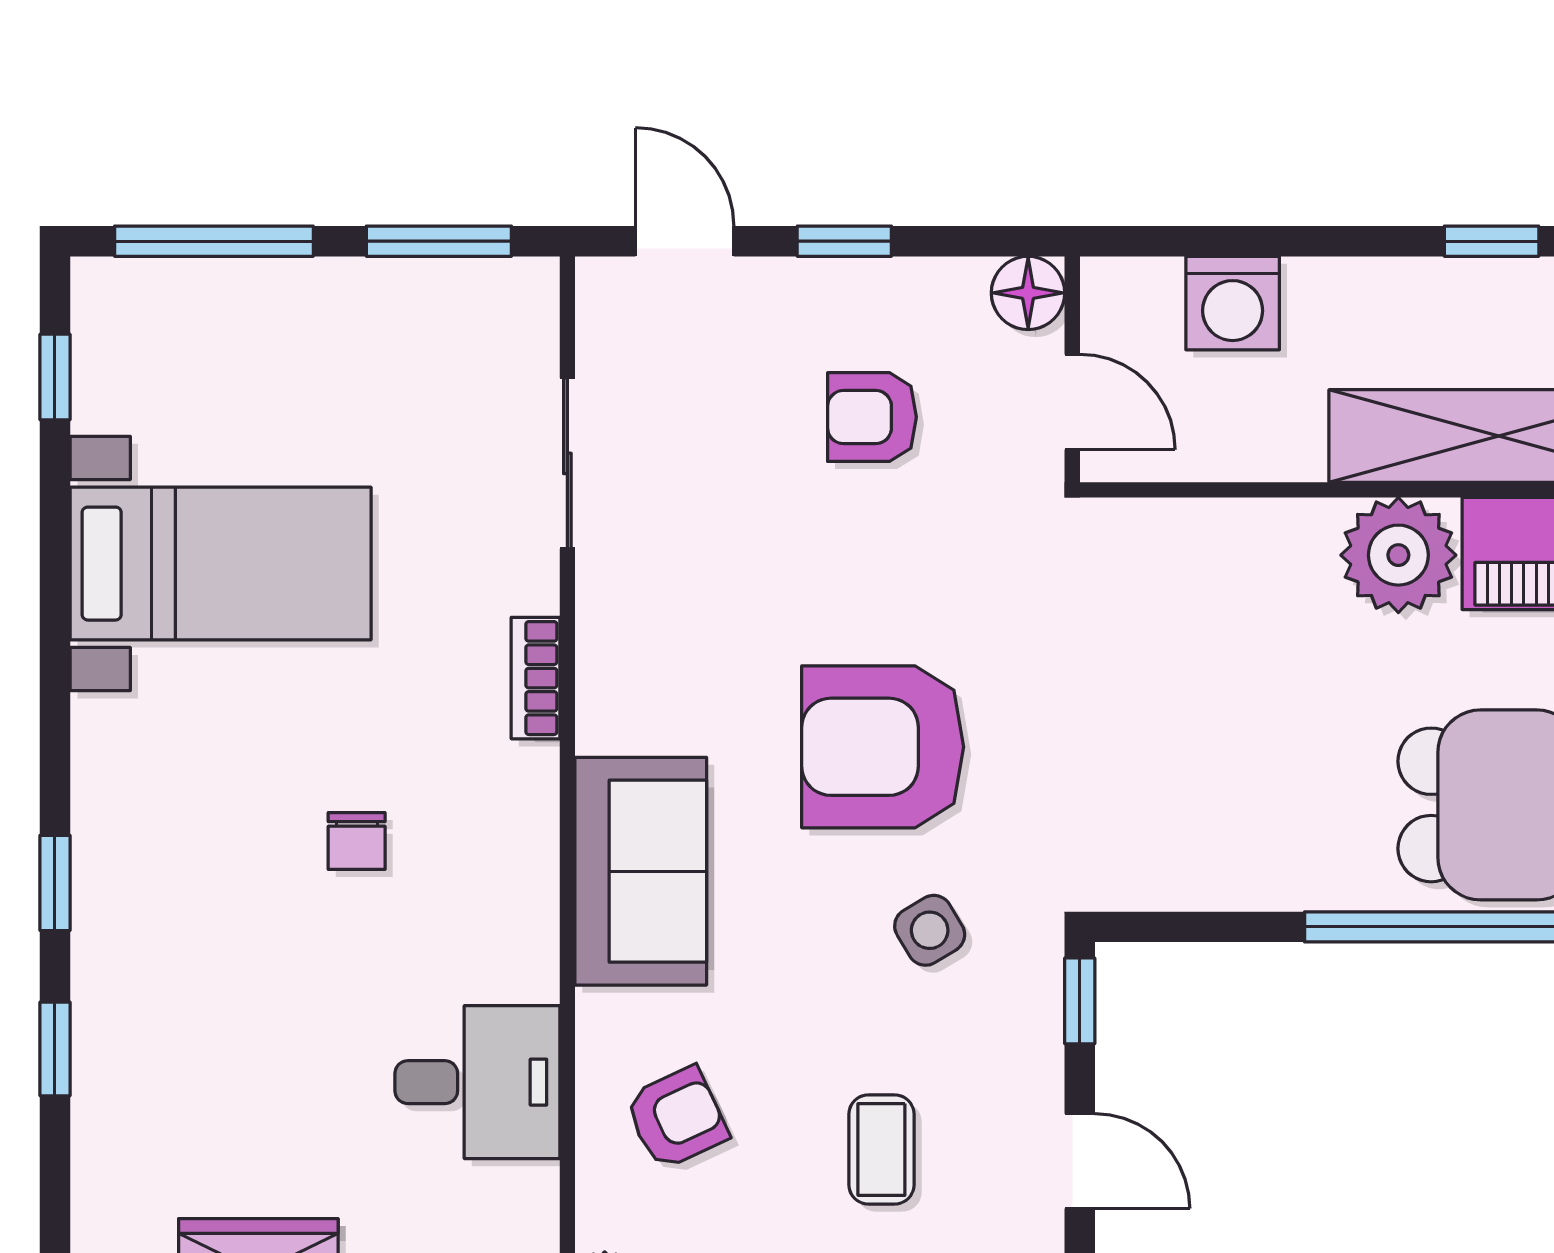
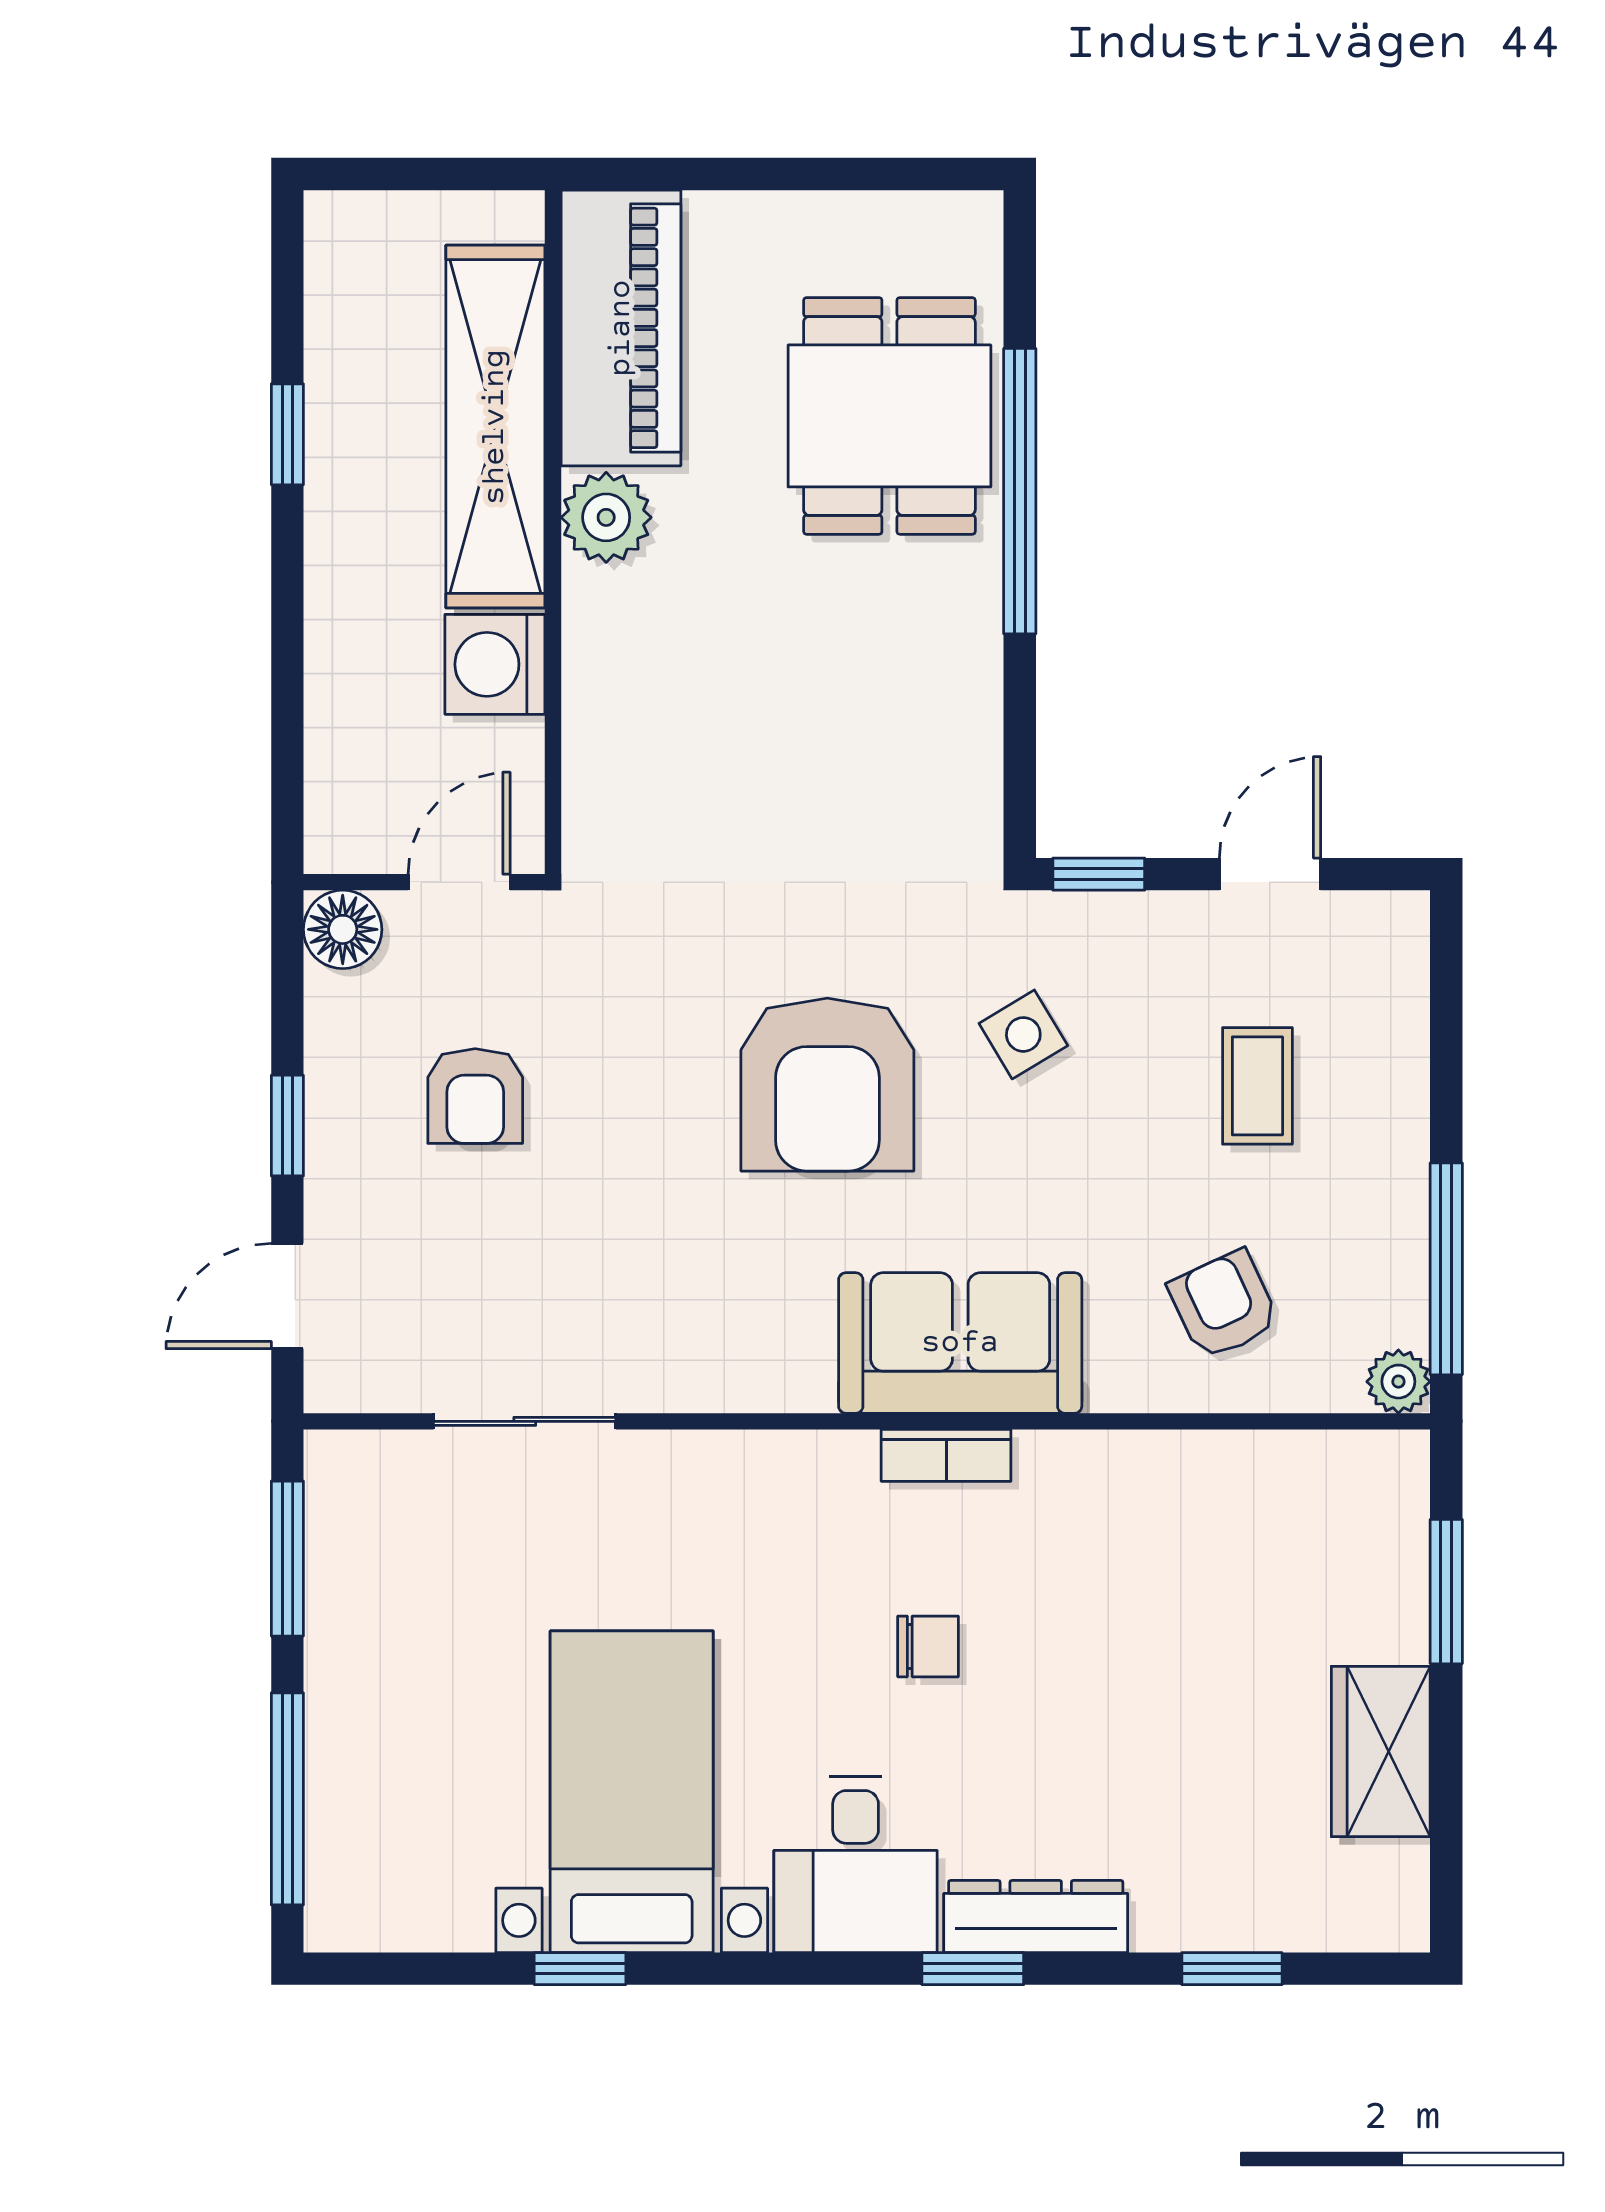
washing machine: (1233, 303) -> (495, 664), moved, turned 180
window: (55, 377) -> (580, 1969), moved
plant: (1398, 555) -> (606, 517), width x0.73, depth x0.73
bookcase: (536, 678) -> (946, 1455), moved
dresser: (104, 942) -> (1036, 1916), added
window: (55, 1049) -> (1232, 1969), moved
desk: (477, 1082) -> (856, 1864), moved, turned 180
coffee table: (881, 1149) -> (1257, 1086), turned 90

